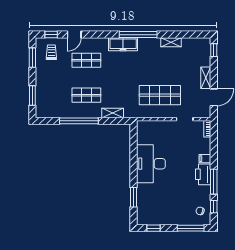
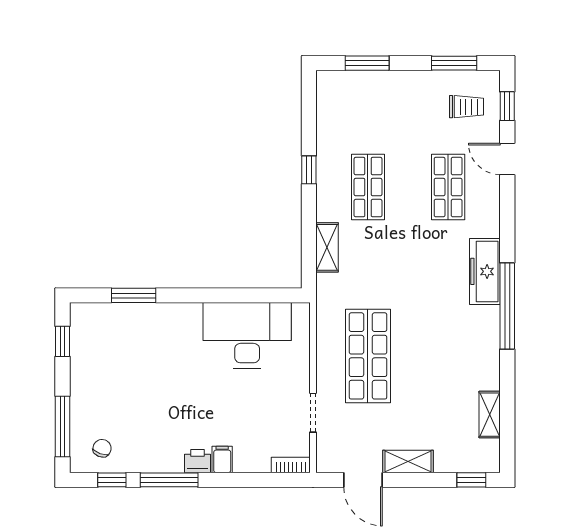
shelving: (171, 42) -> (490, 415), moved
window: (79, 121) -> (309, 170), width x0.32
desk: (151, 164) -> (247, 335), moved
printer: (203, 174) -> (197, 461), width x0.53, depth x0.68

